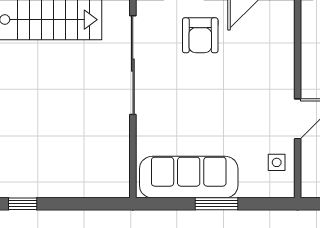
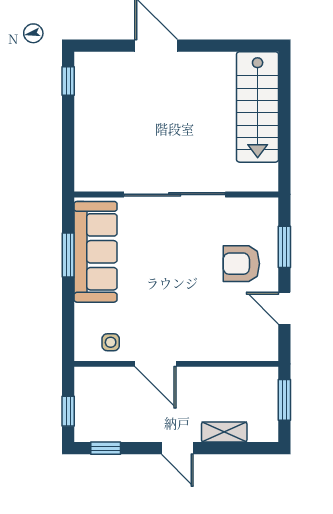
sliding door: (133, 65) -> (175, 194), moved
window: (217, 204) -> (68, 255), moved

